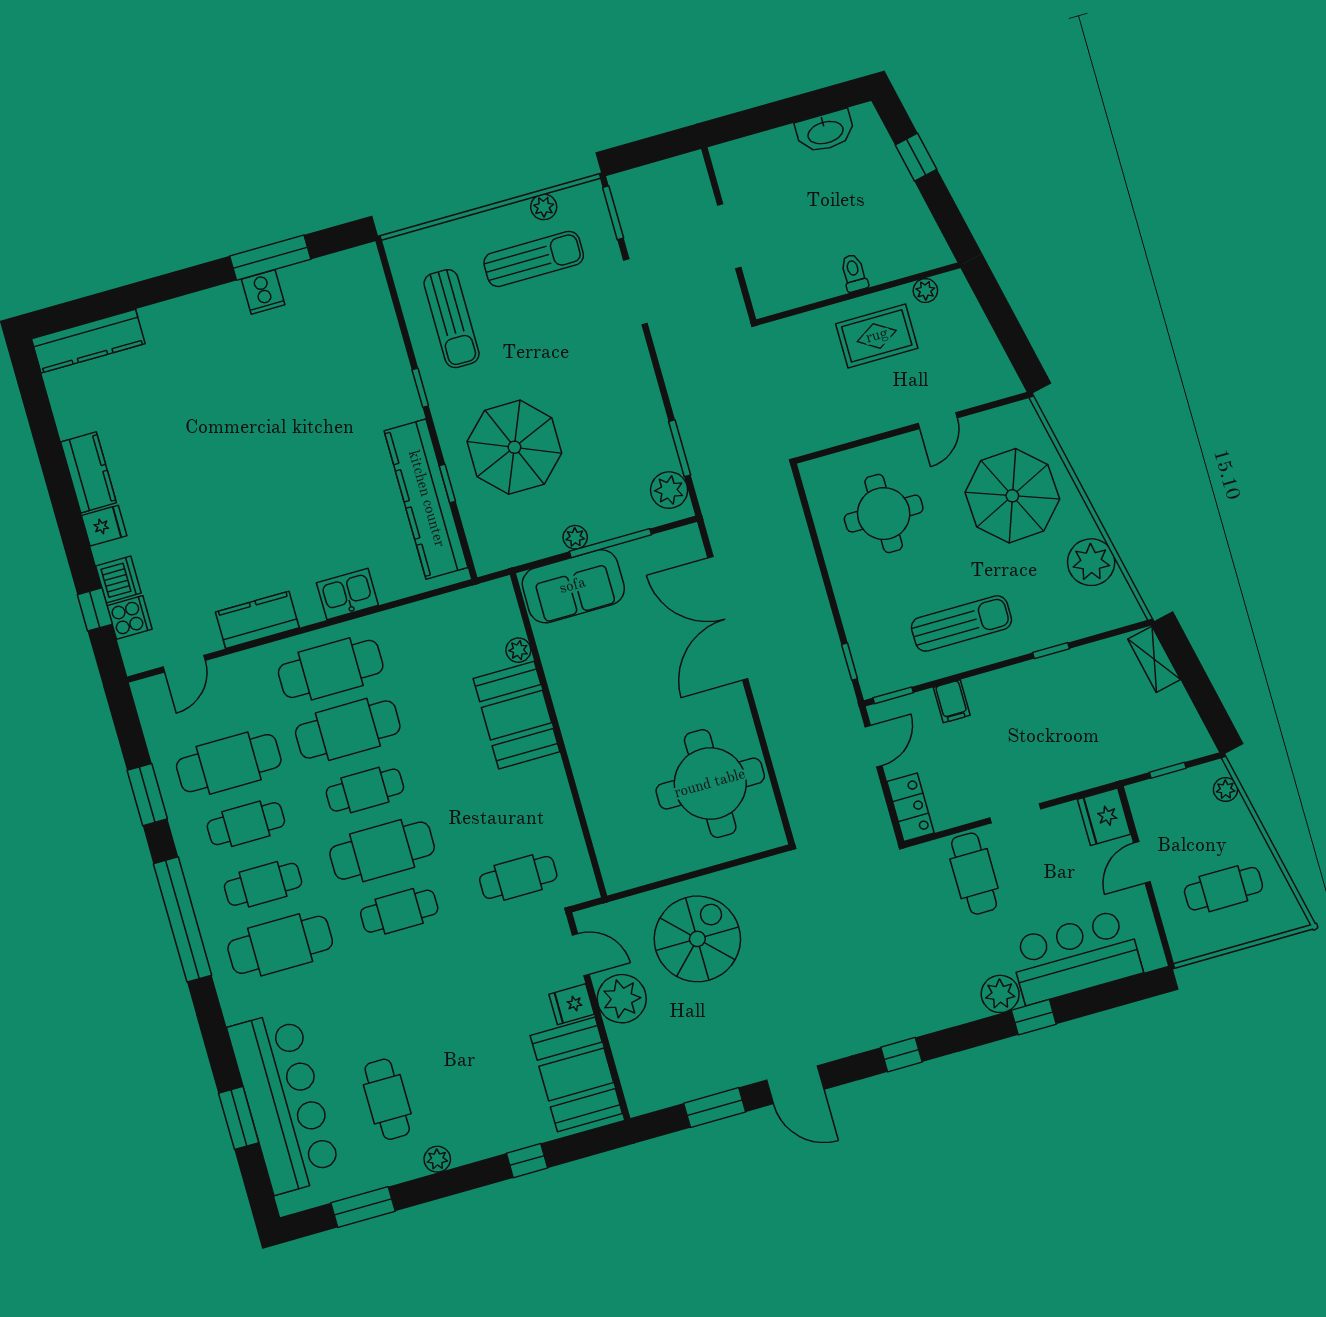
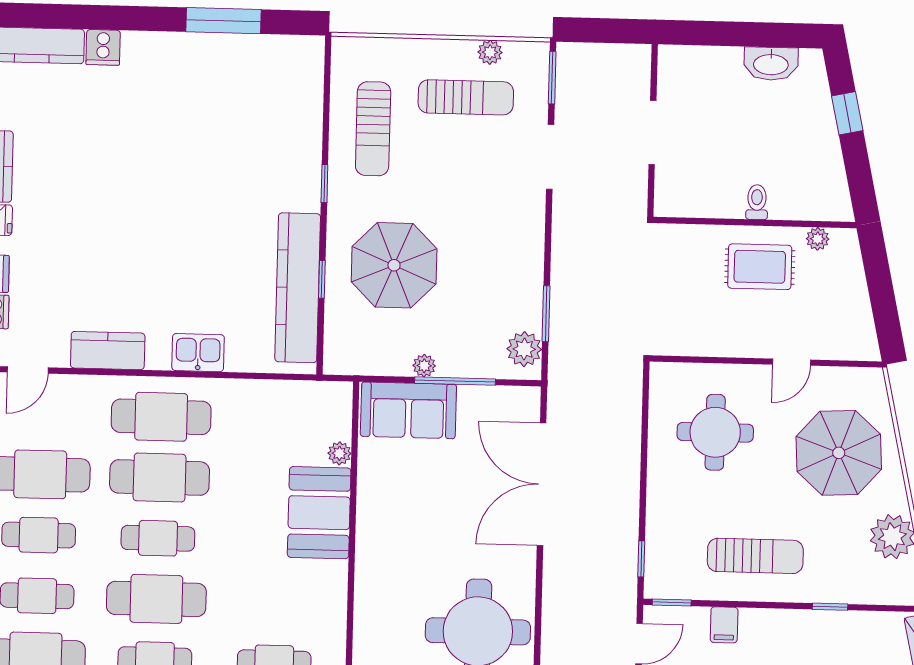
cooker: (263, 292) -> (103, 47), moved

